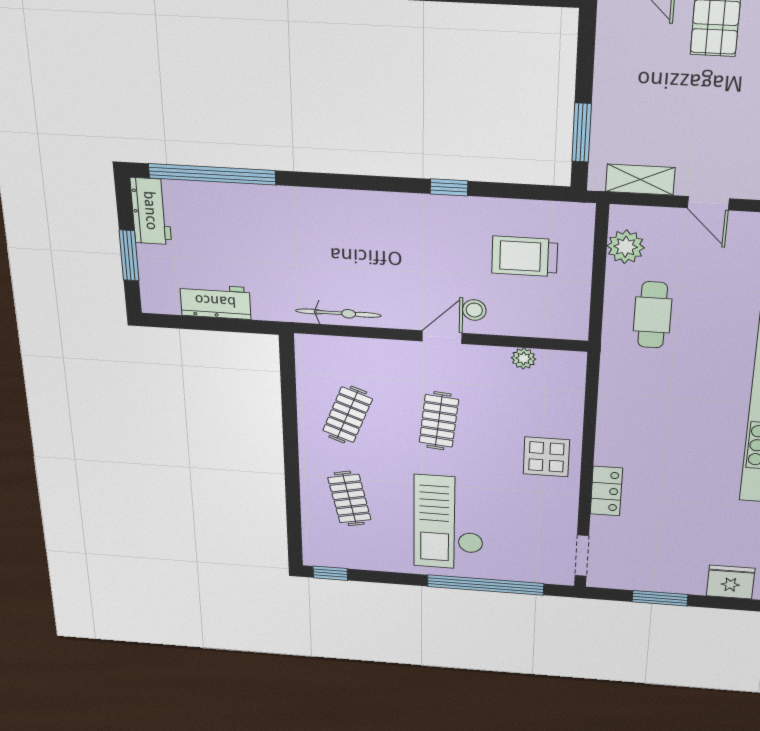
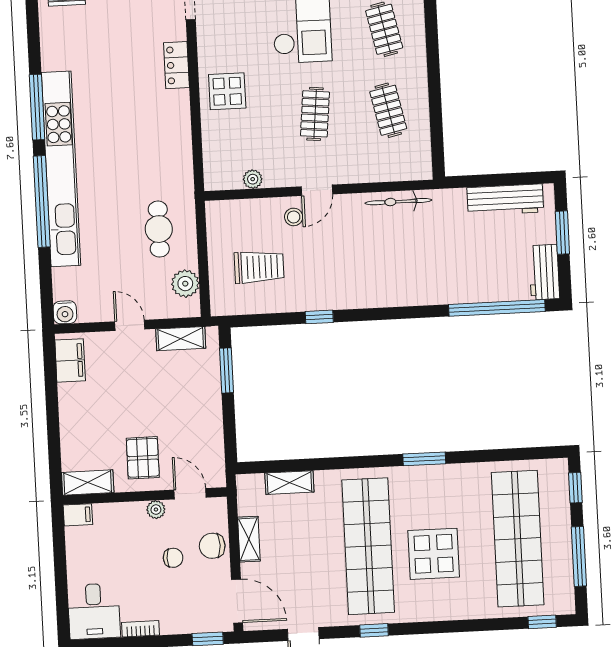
workbench: (215, 301) -> (505, 200), width x1.38
clothes rail: (348, 415) -> (388, 110), turned -33

